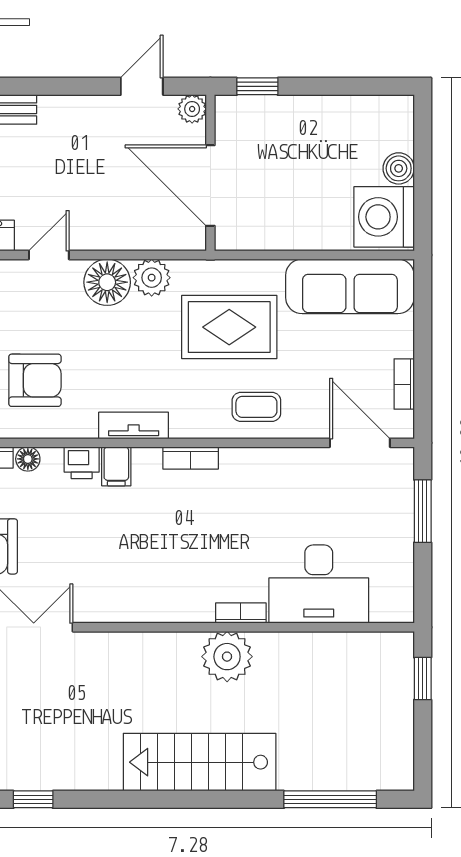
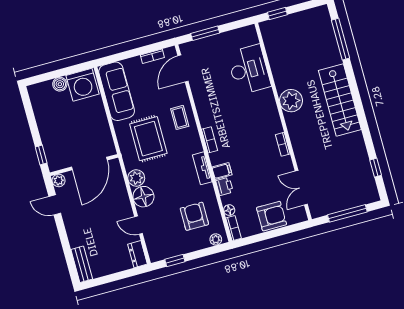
bookcase: (241, 613) -> (283, 144), moved

